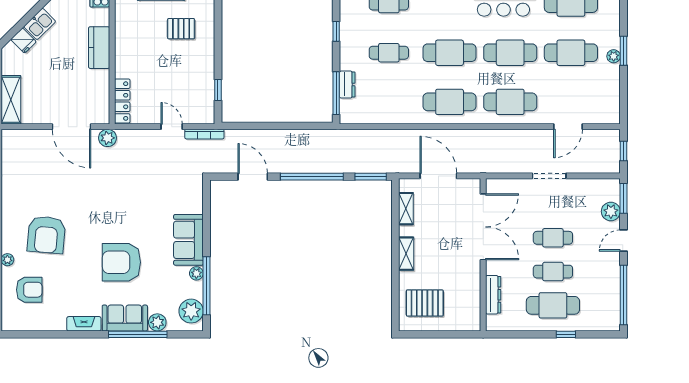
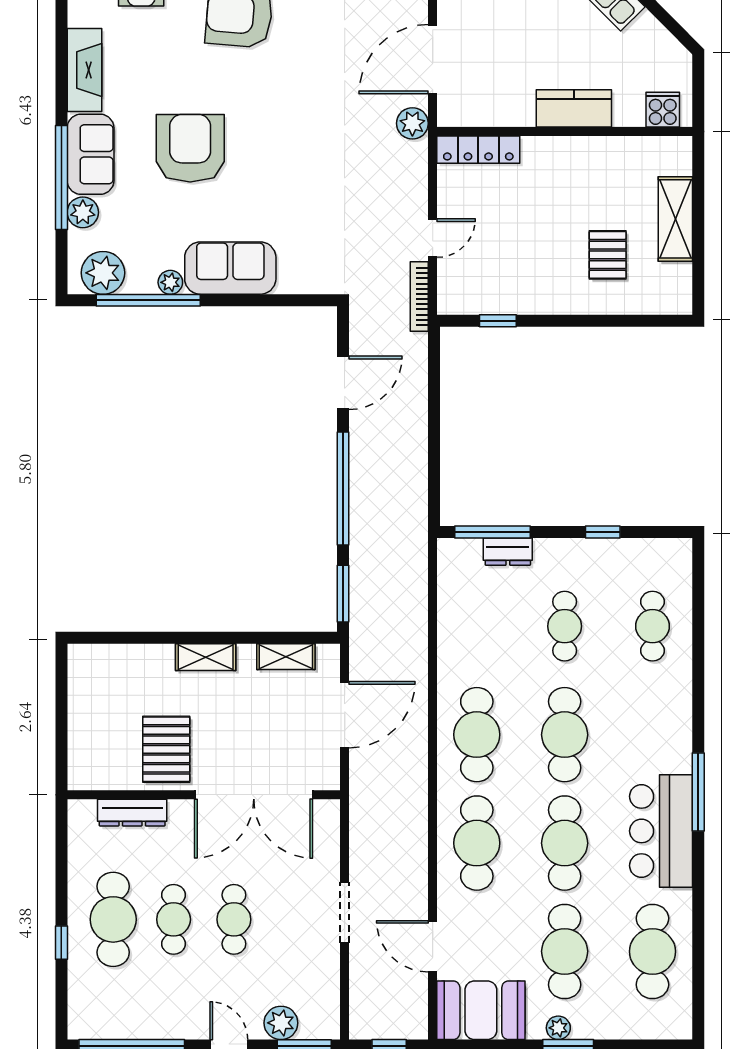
booth: (604, 100) -> (481, 1010), added
pallet: (425, 303) -> (166, 749), moved
fireplace: (84, 324) -> (84, 70), width x1.37, depth x1.32

